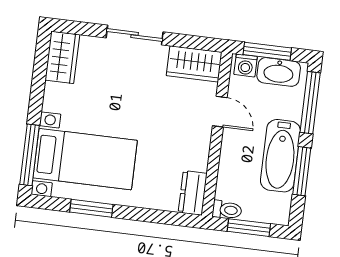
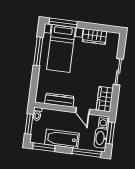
wardrobe: (62, 57) -> (94, 36), moved
door: (220, 112) -> (83, 111), hinge flipped
window: (302, 171) -> (44, 147), moved
dresser: (193, 193) -> (59, 100), moved, width x1.44
window: (91, 208) -> (38, 51), width x1.44

